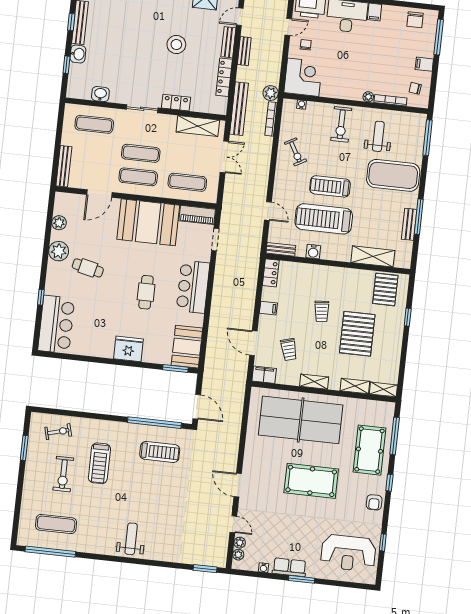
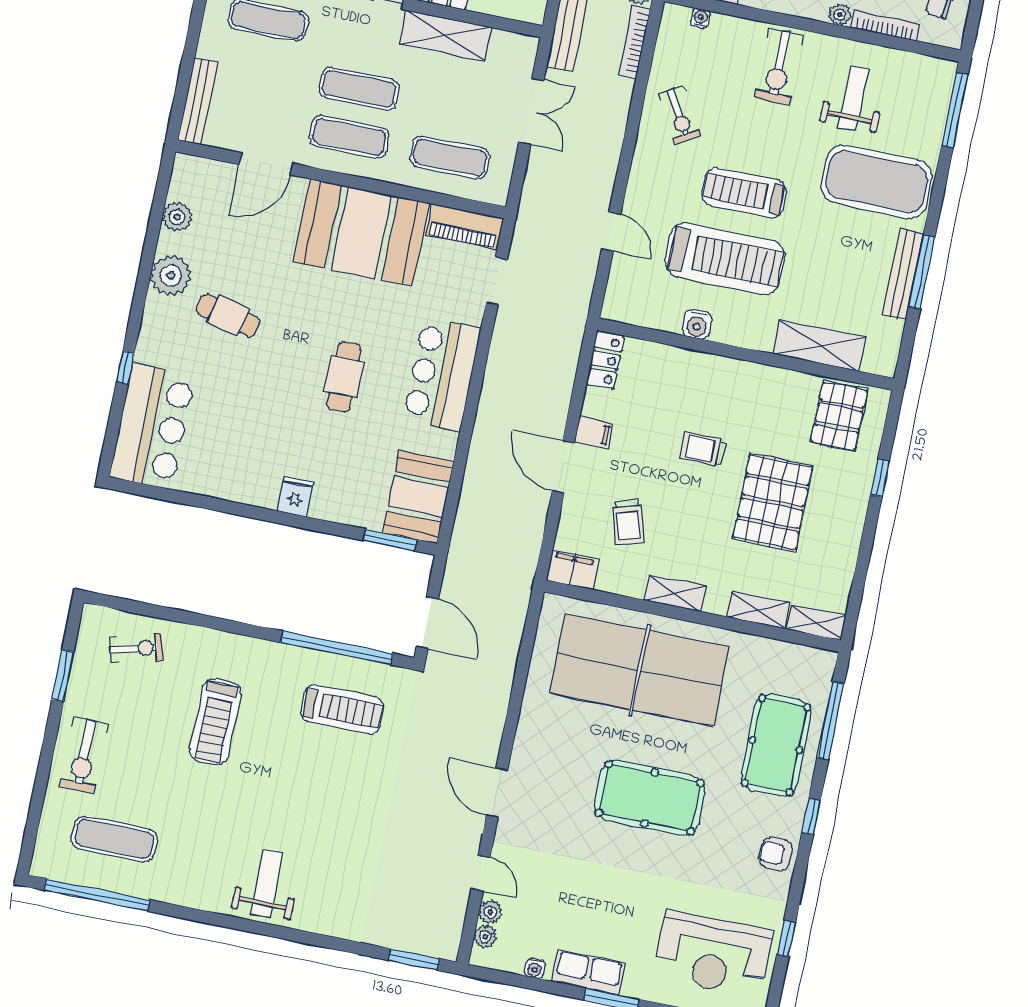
shelving: (198, 126) -> (446, 36), moved
treadmill: (324, 219) -> (725, 259), turned 180
bench: (409, 224) -> (903, 274), width x1.36
bench: (281, 249) -> (631, 314), removed
trolley: (322, 311) -> (703, 449), turned 95
door: (253, 343) -> (563, 467), moved
fridge: (128, 349) -> (296, 497), width x0.53, depth x0.75
exercise bike: (63, 474) -> (84, 755), moved
armchair: (374, 502) -> (776, 854), turned 90

